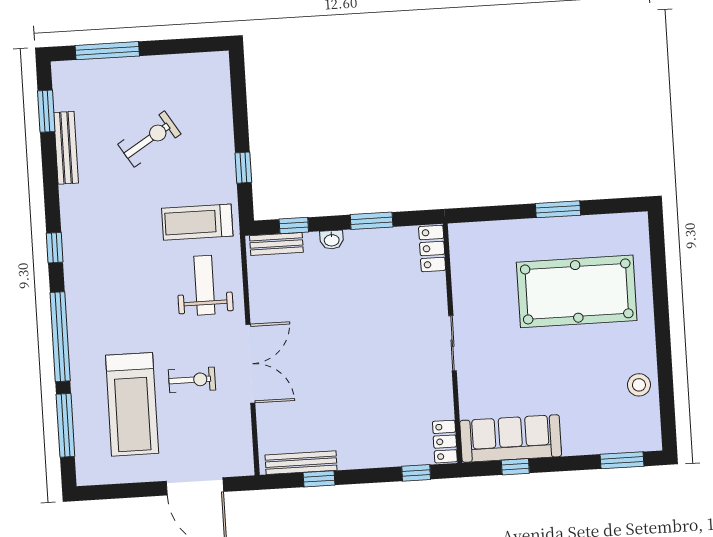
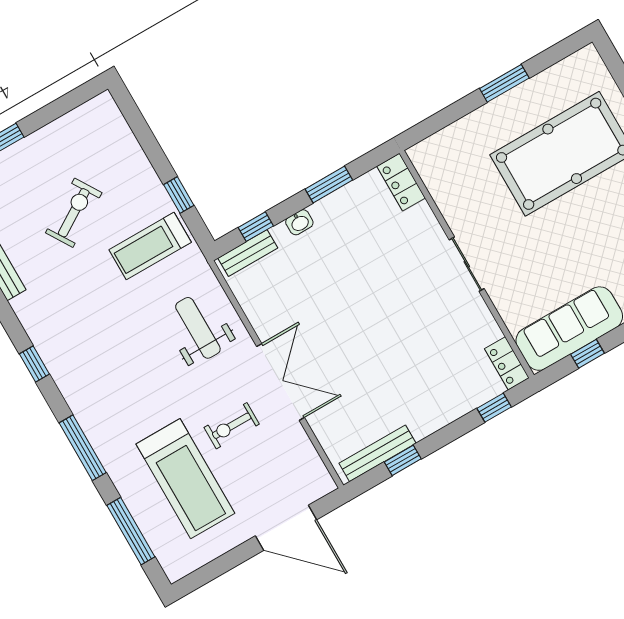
treadmill: (197, 222) -> (150, 246), moved
window: (60, 337) -> (83, 448), width x0.68
exercise bike: (192, 380) -> (232, 426), turned 180

